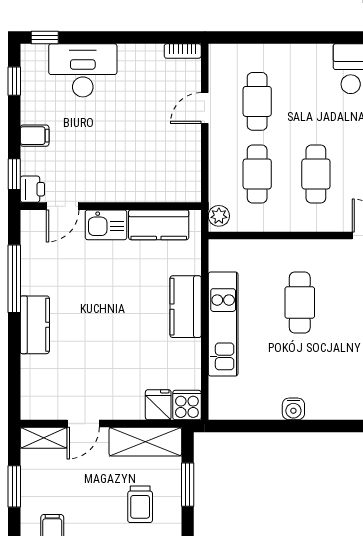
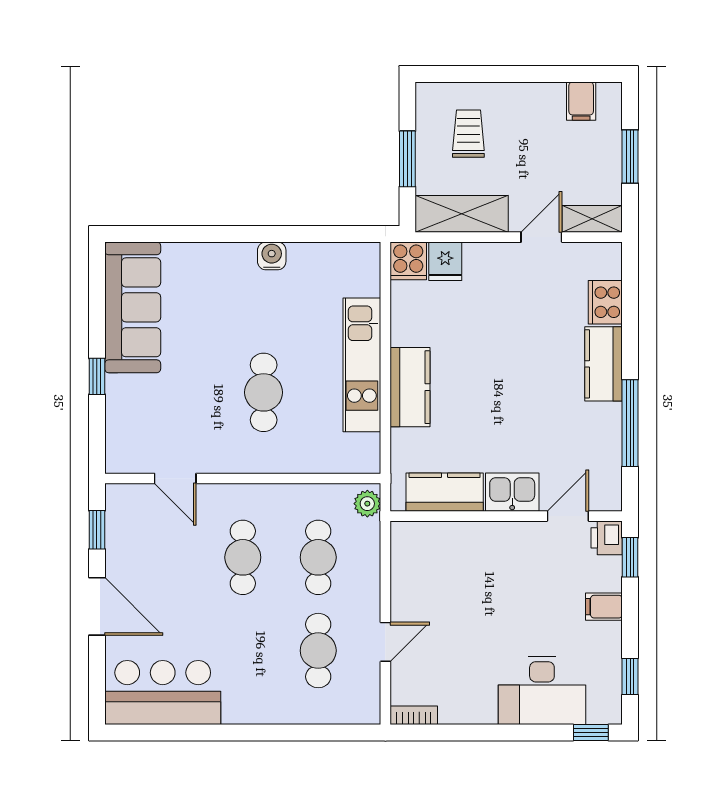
cooker: (33, 373) -> (605, 302), added

